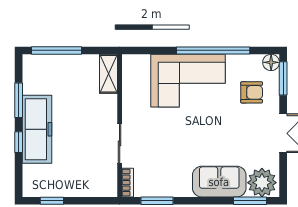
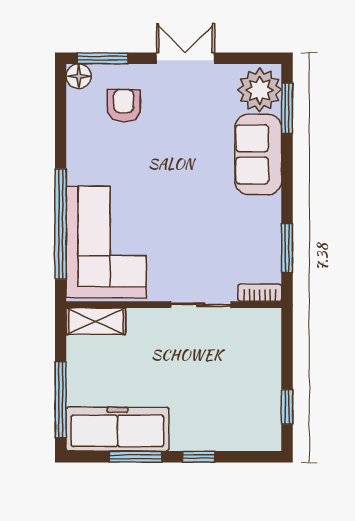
window: (213, 50) -> (61, 224), moved
corner sofa: (188, 81) -> (106, 242), moved
freezer: (37, 129) -> (117, 429), moved

